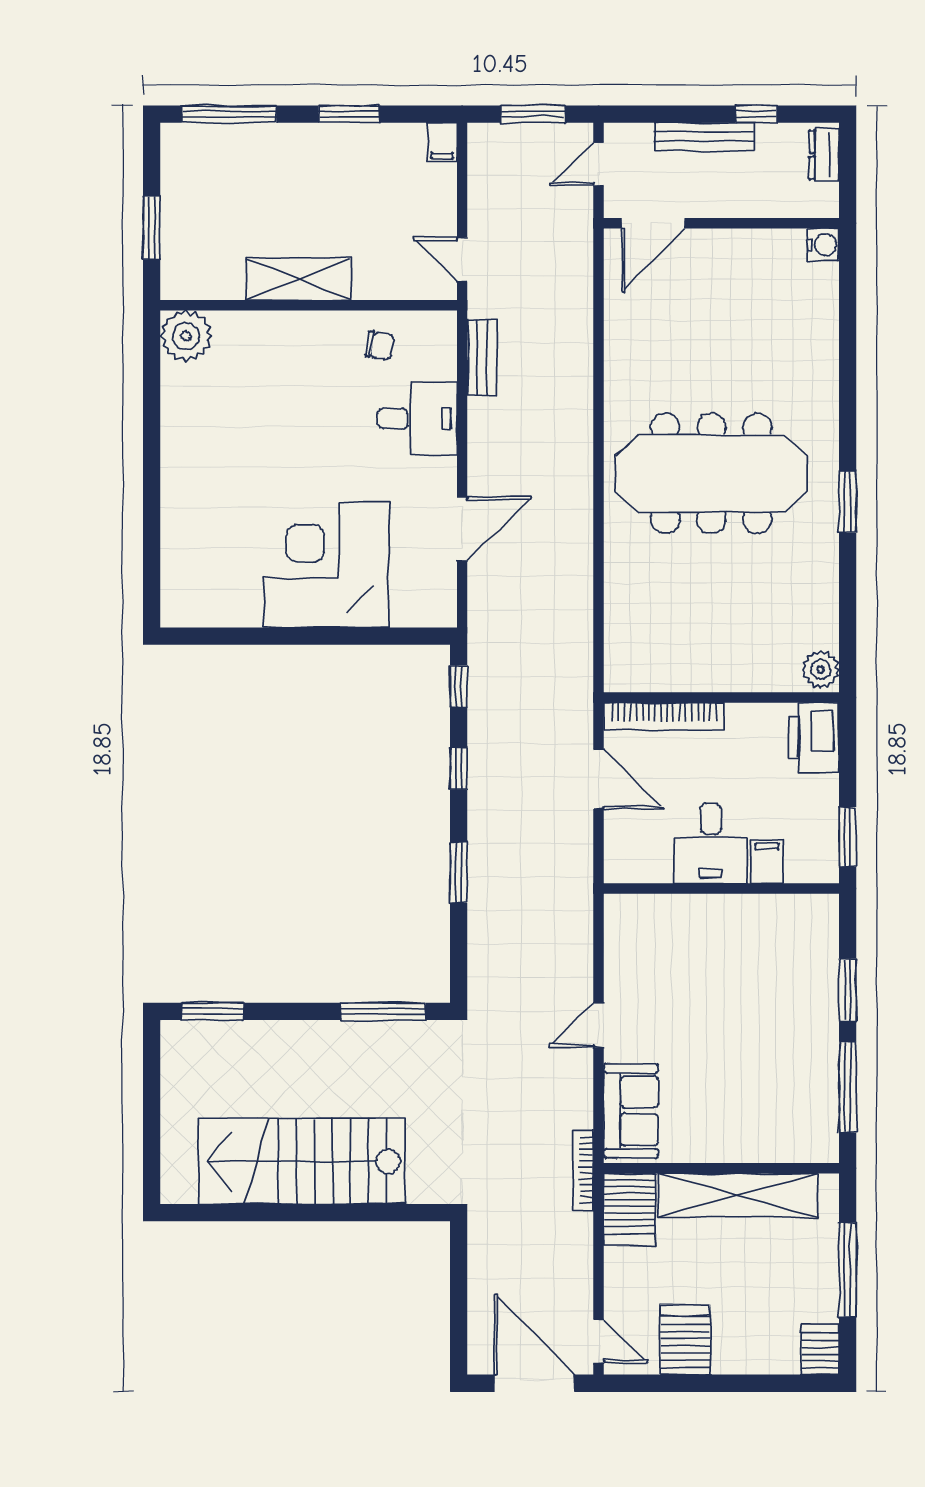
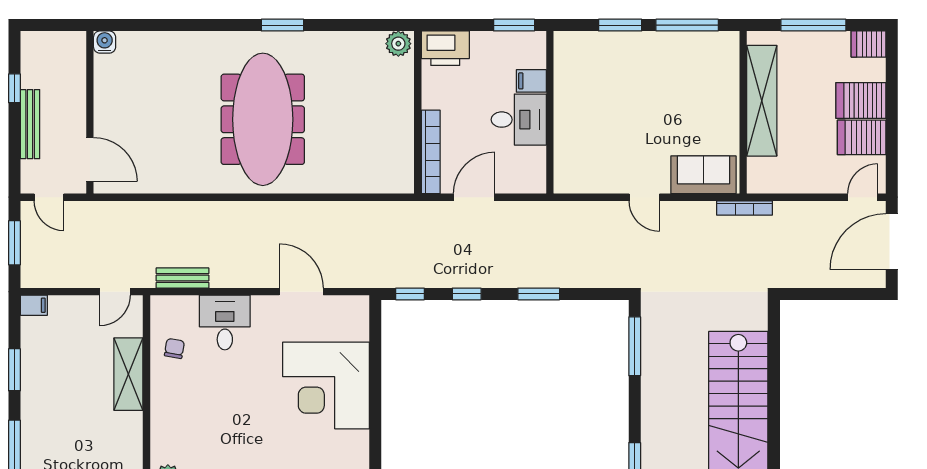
dresser: (824, 155) -> (43, 41), removed
shelving: (298, 279) -> (128, 374), moved
server rack: (630, 1210) -> (861, 100), moved, turned 180

